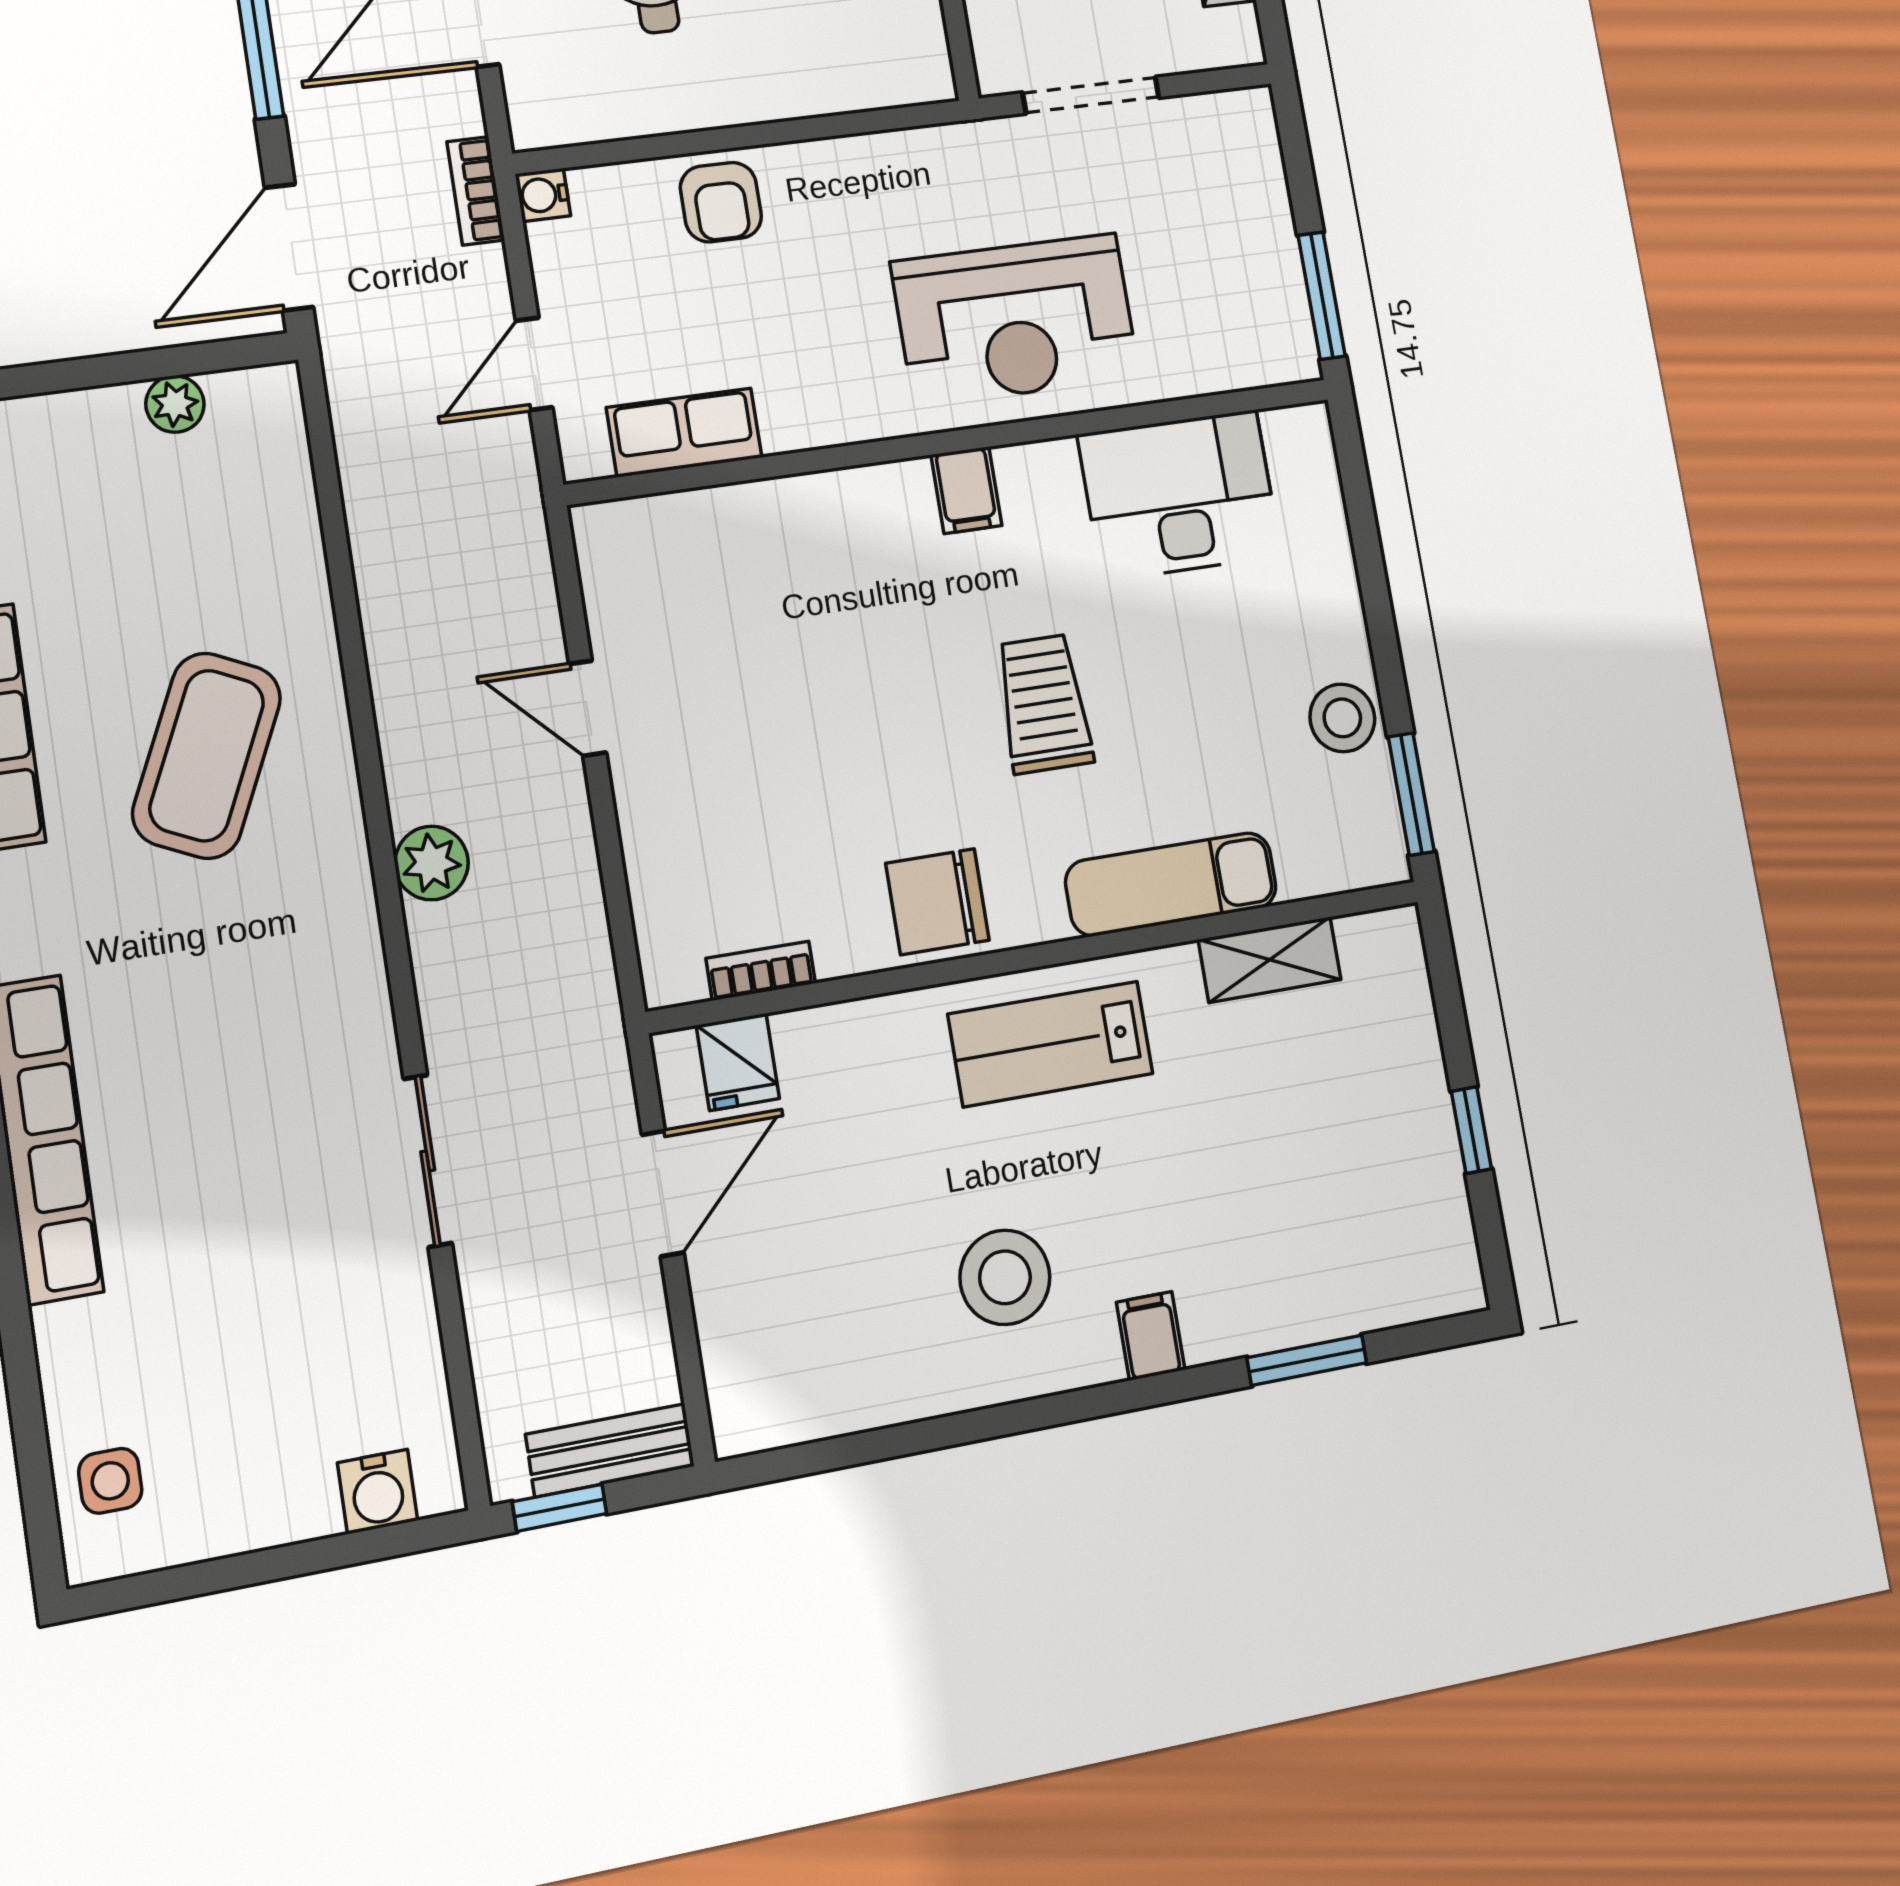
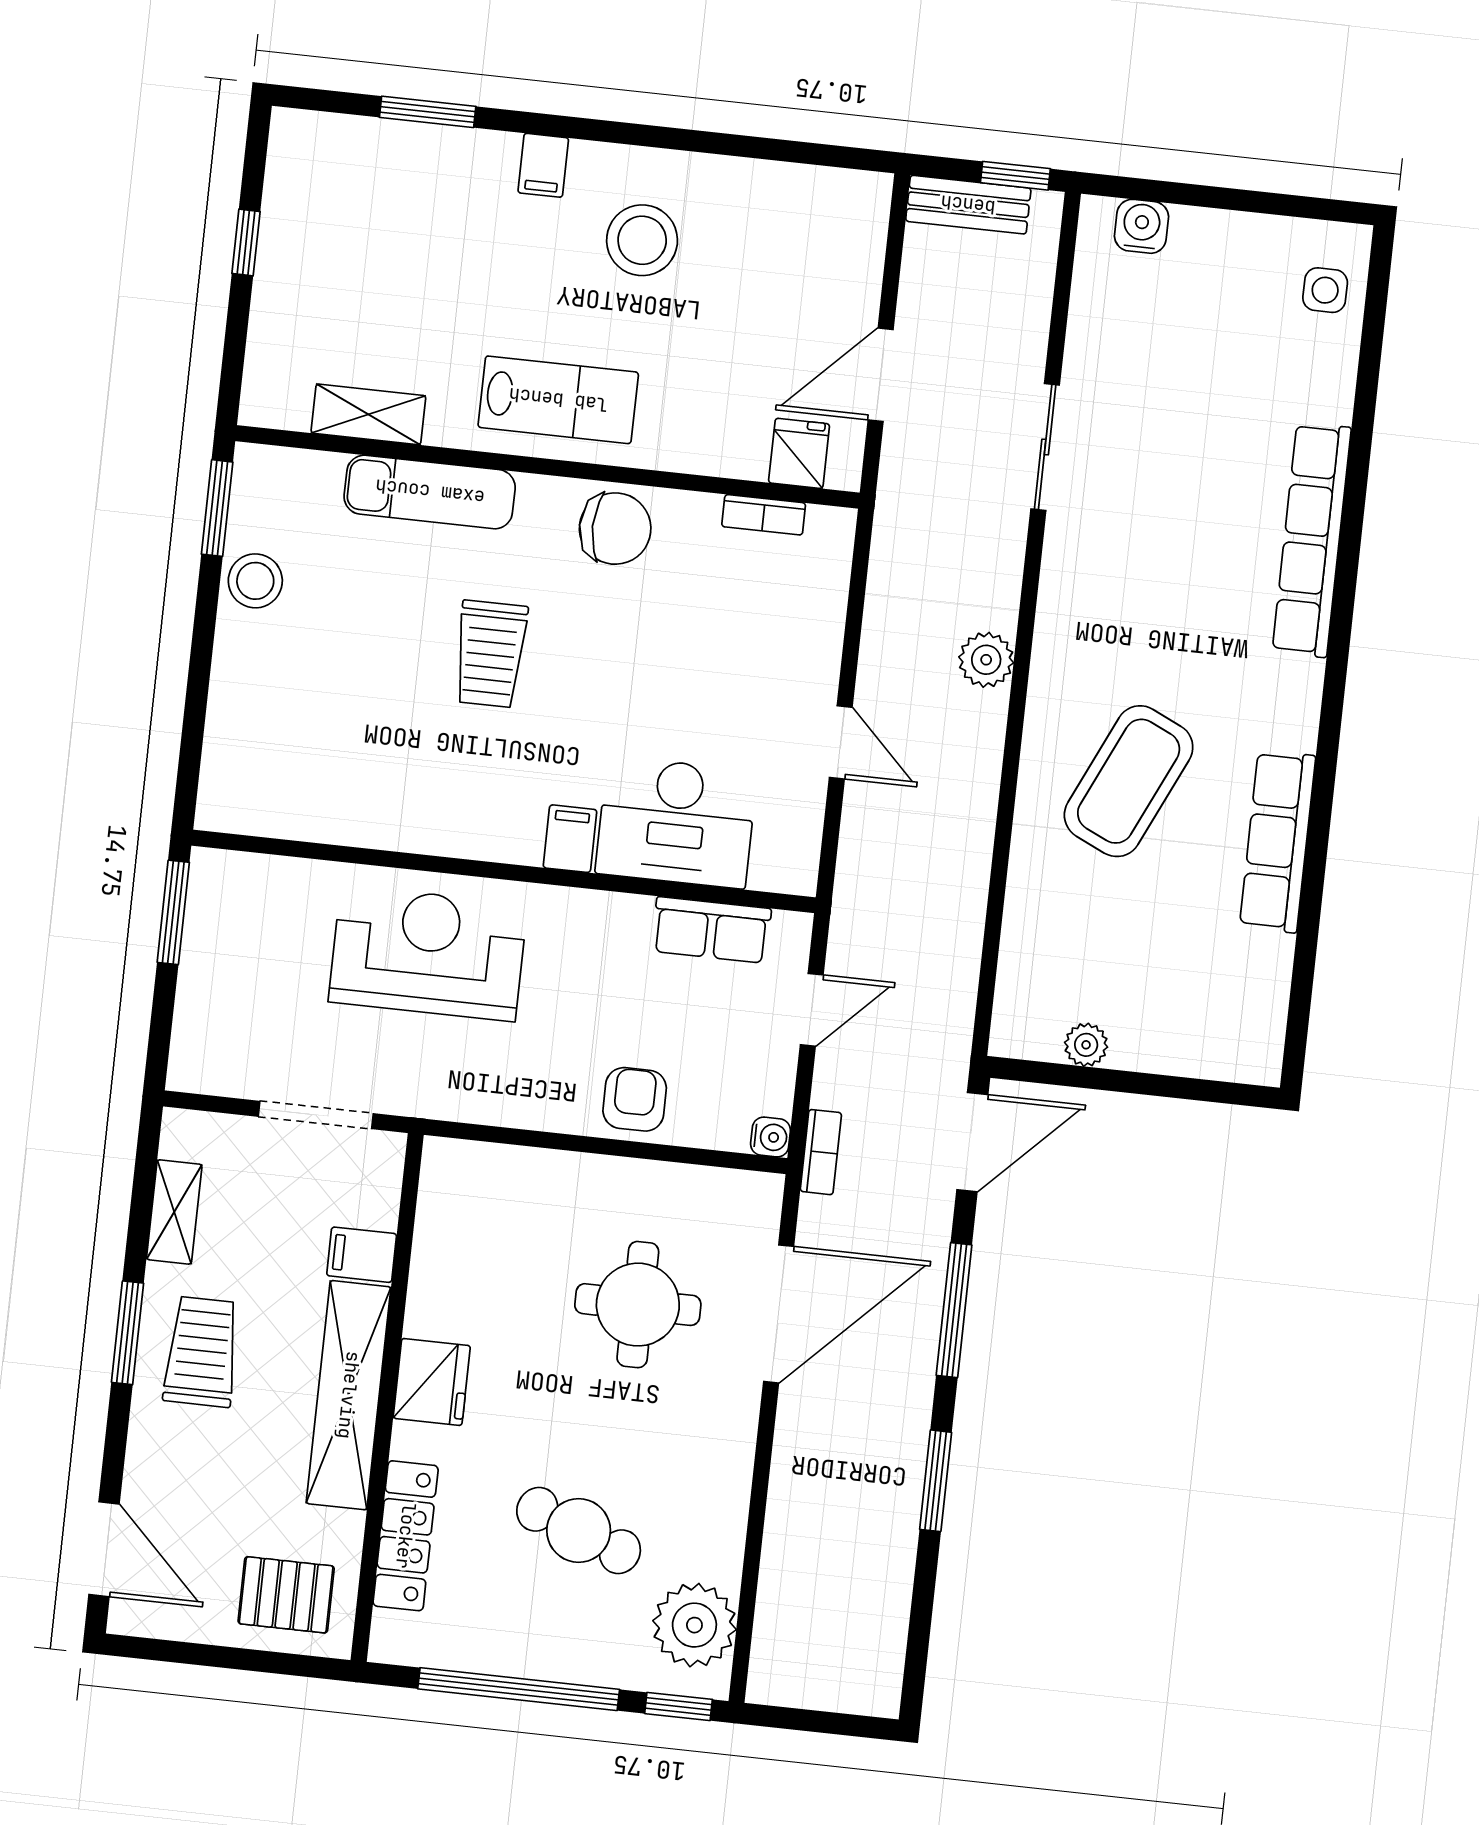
filing cabinet: (966, 490) -> (570, 839), moved
desk: (1180, 495) -> (676, 822), moved

